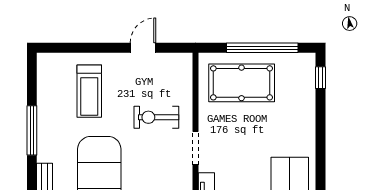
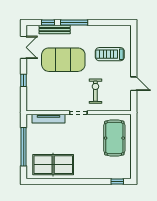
window: (262, 48) -> (134, 149), removed
window: (32, 130) -> (74, 23), moved

